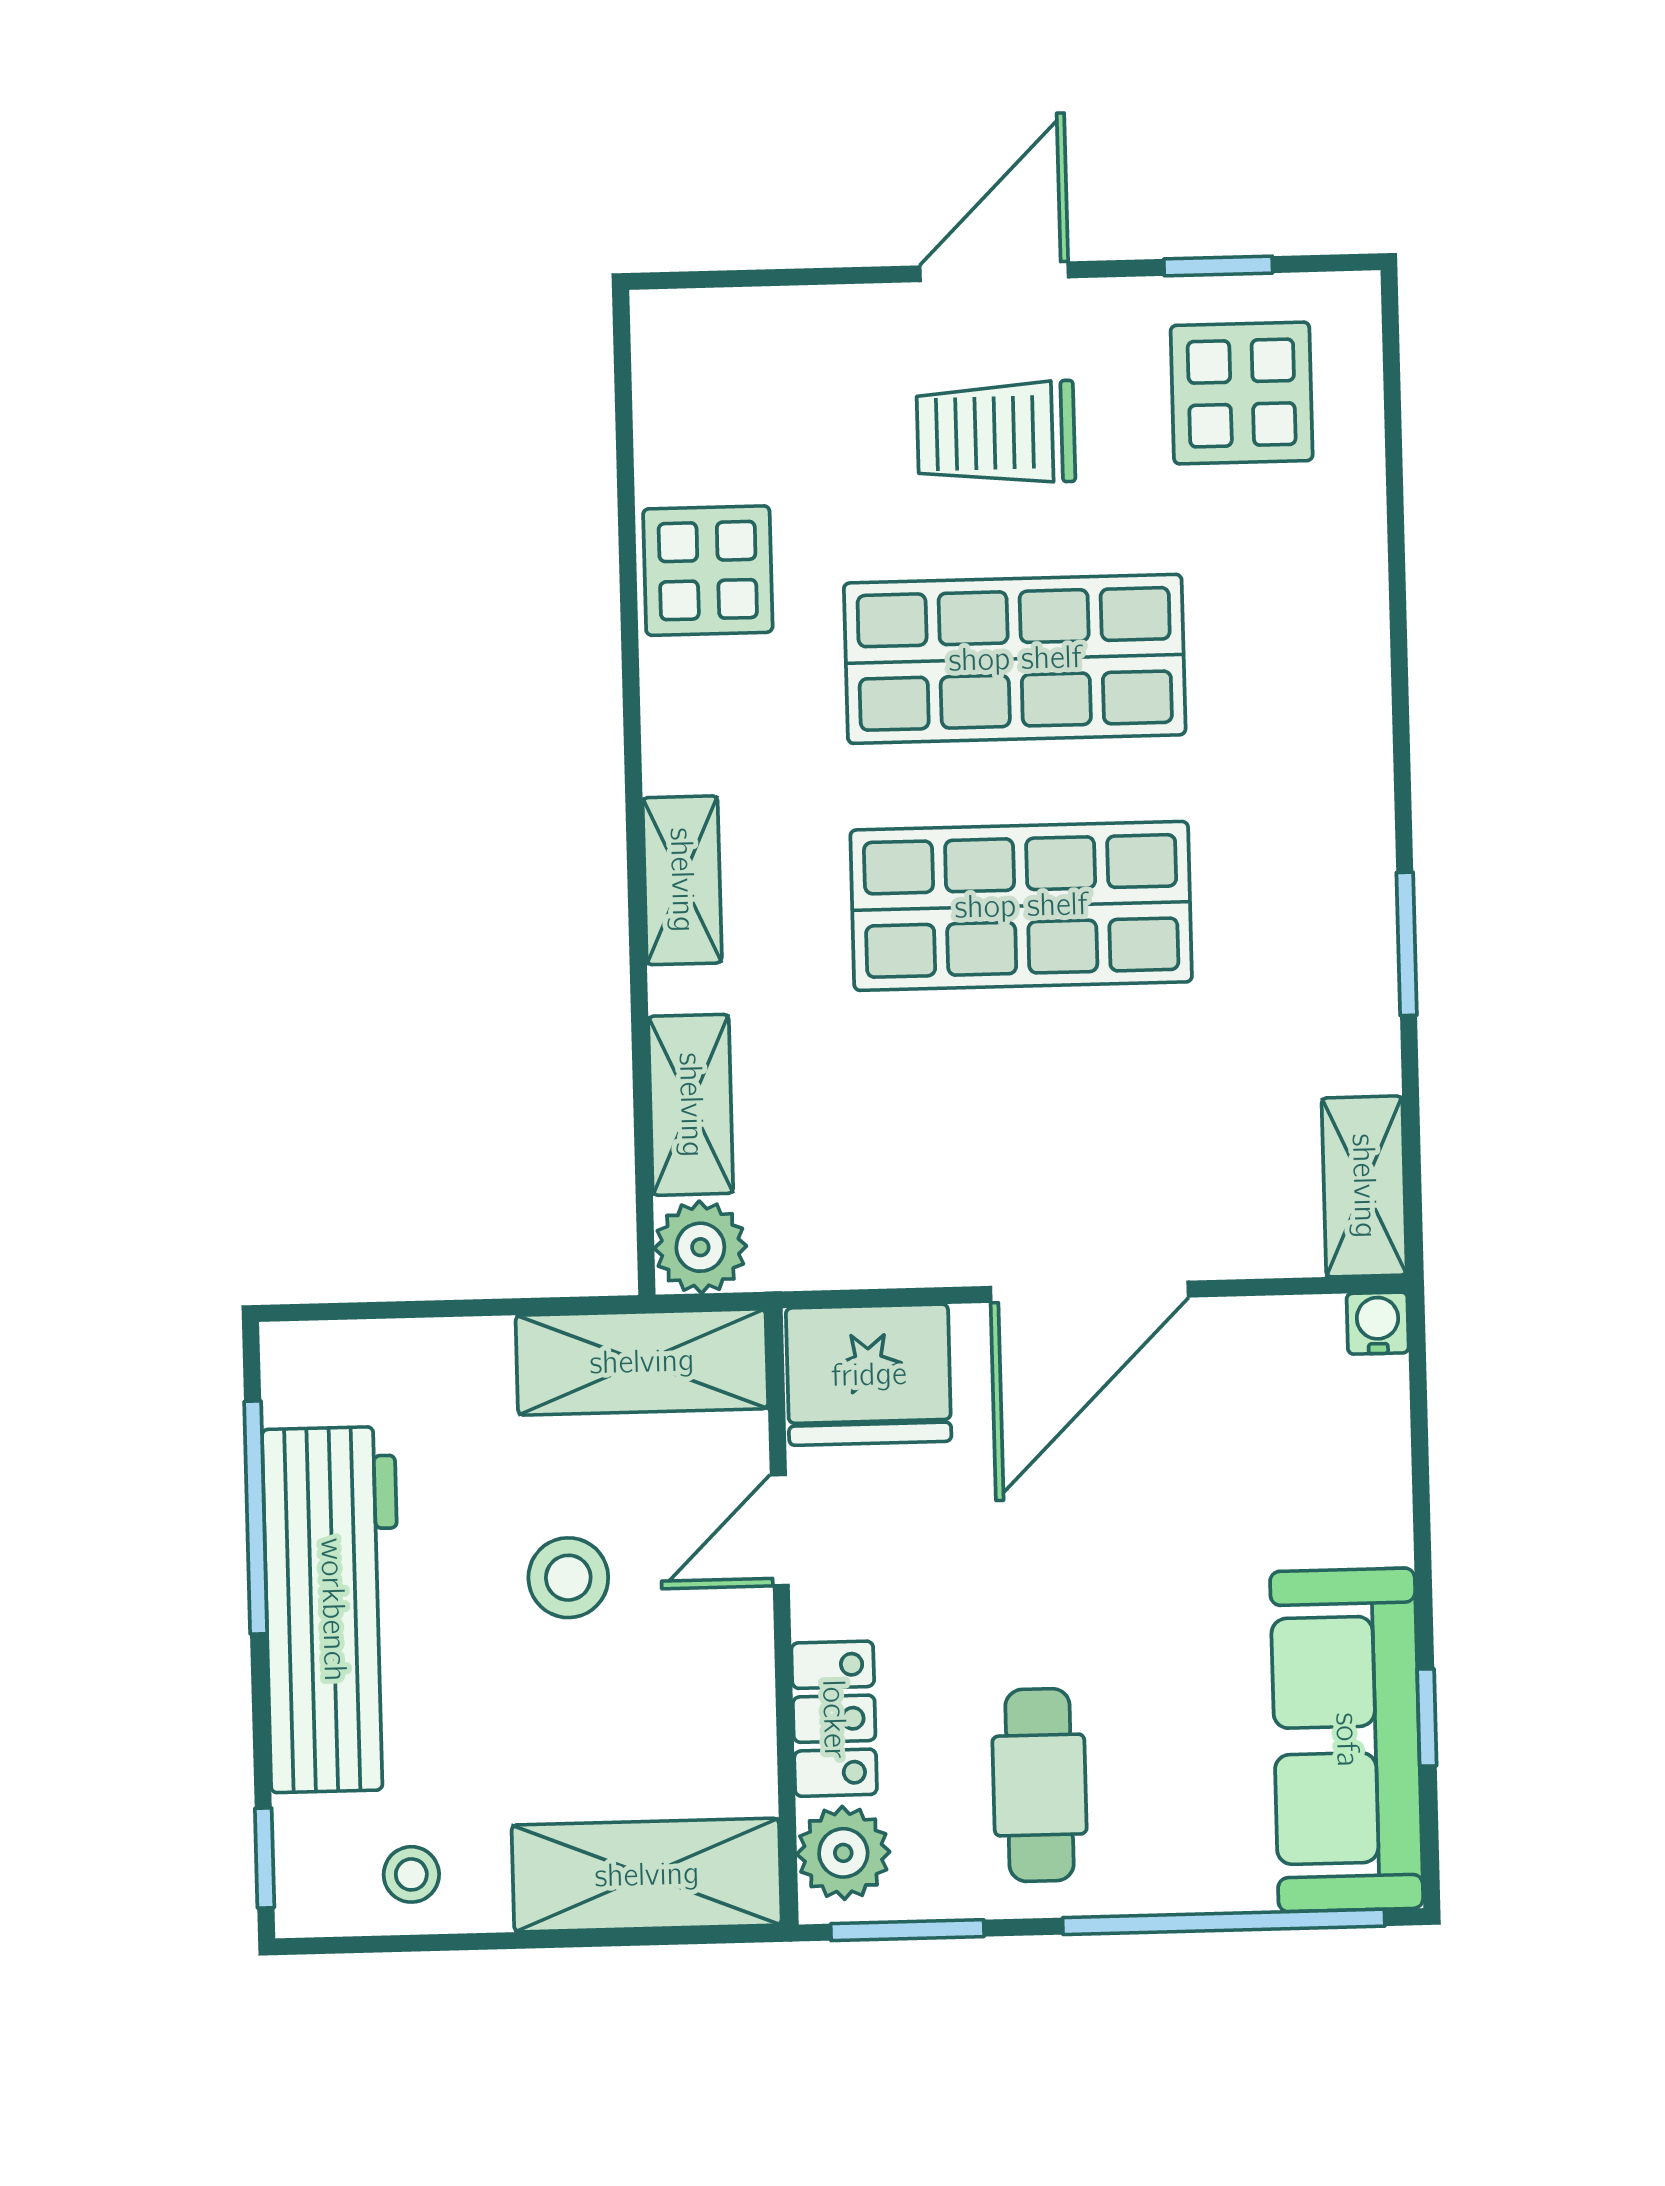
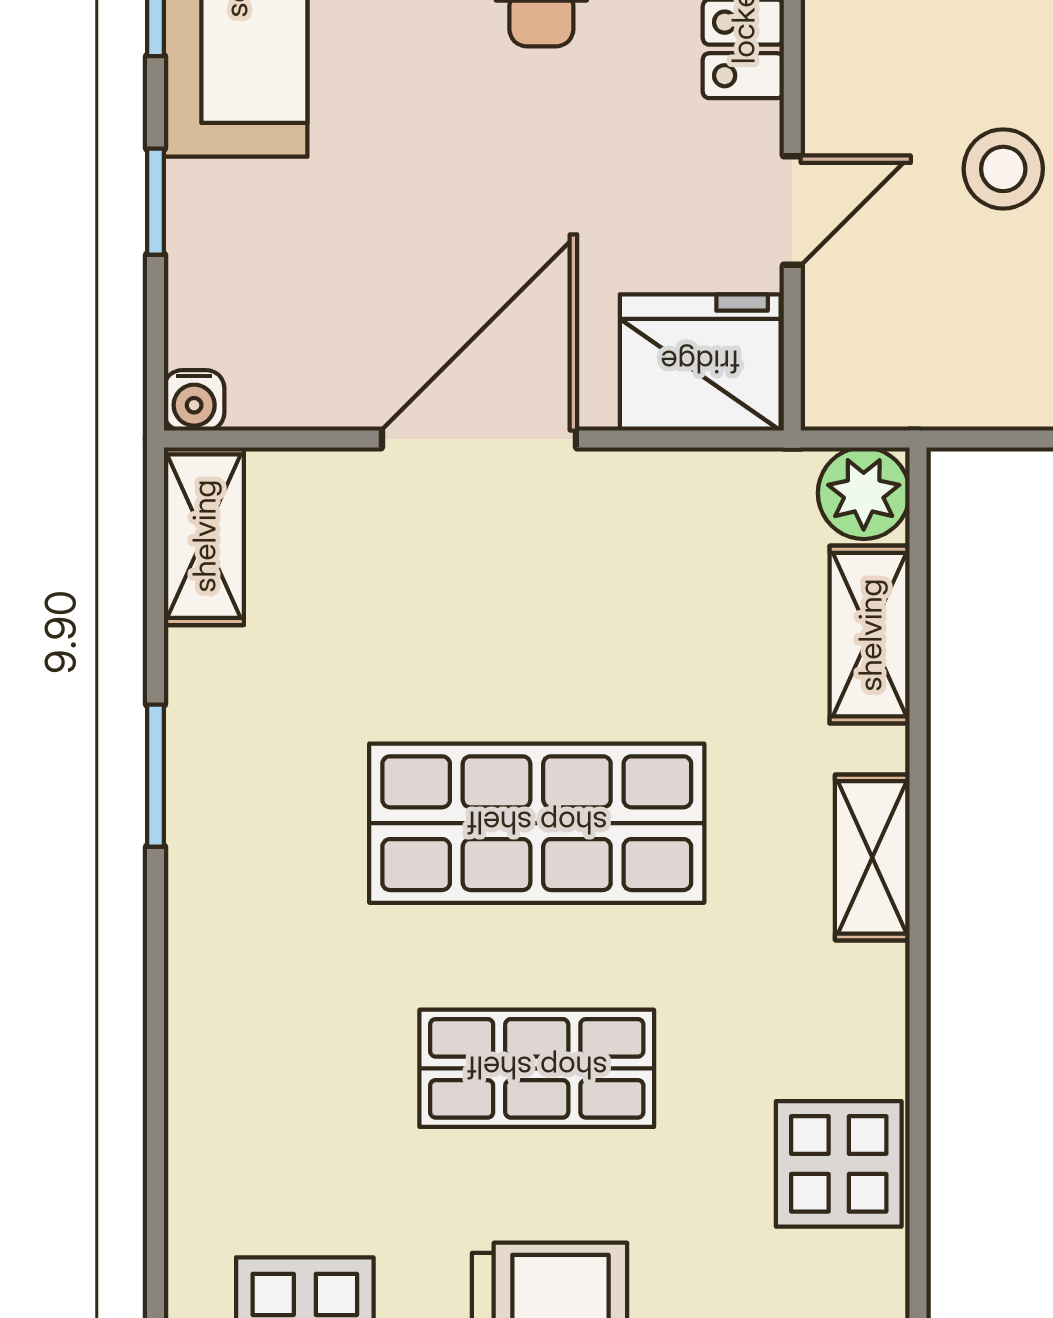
shop shelf: (1015, 659) -> (537, 1068), width x0.70, depth x0.74
shelving: (642, 1362) -> (925, 381), removed
window: (1422, 1522) -> (156, 202), added

